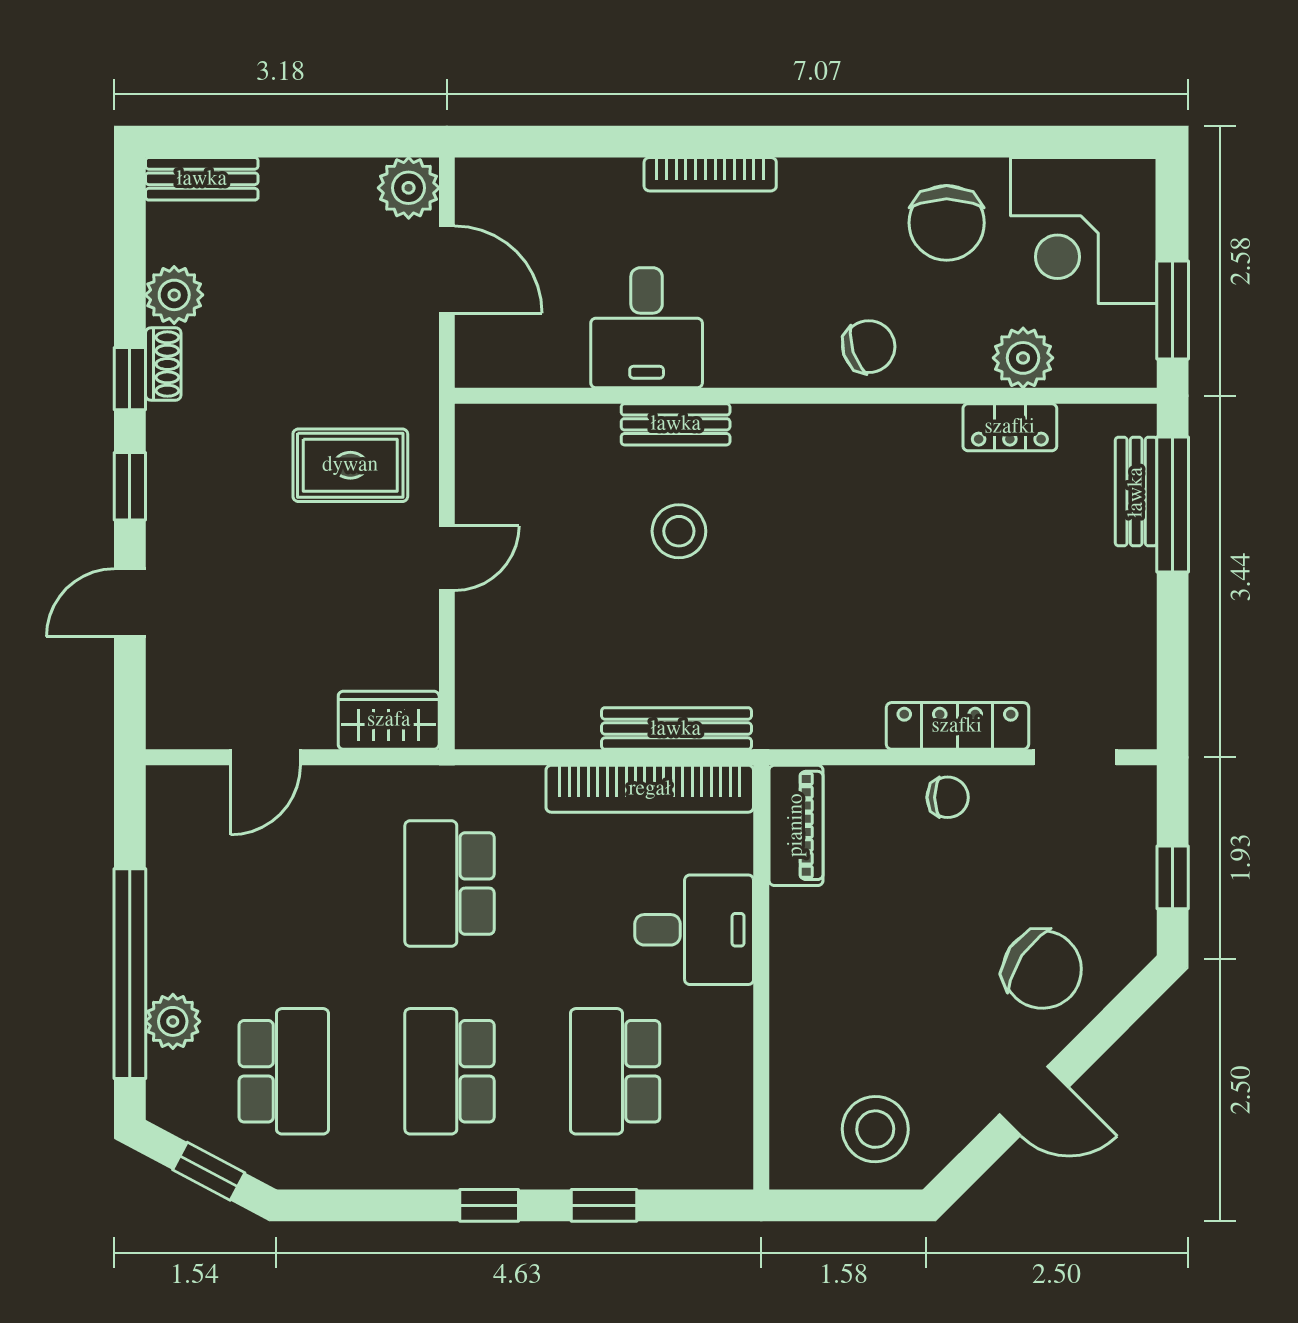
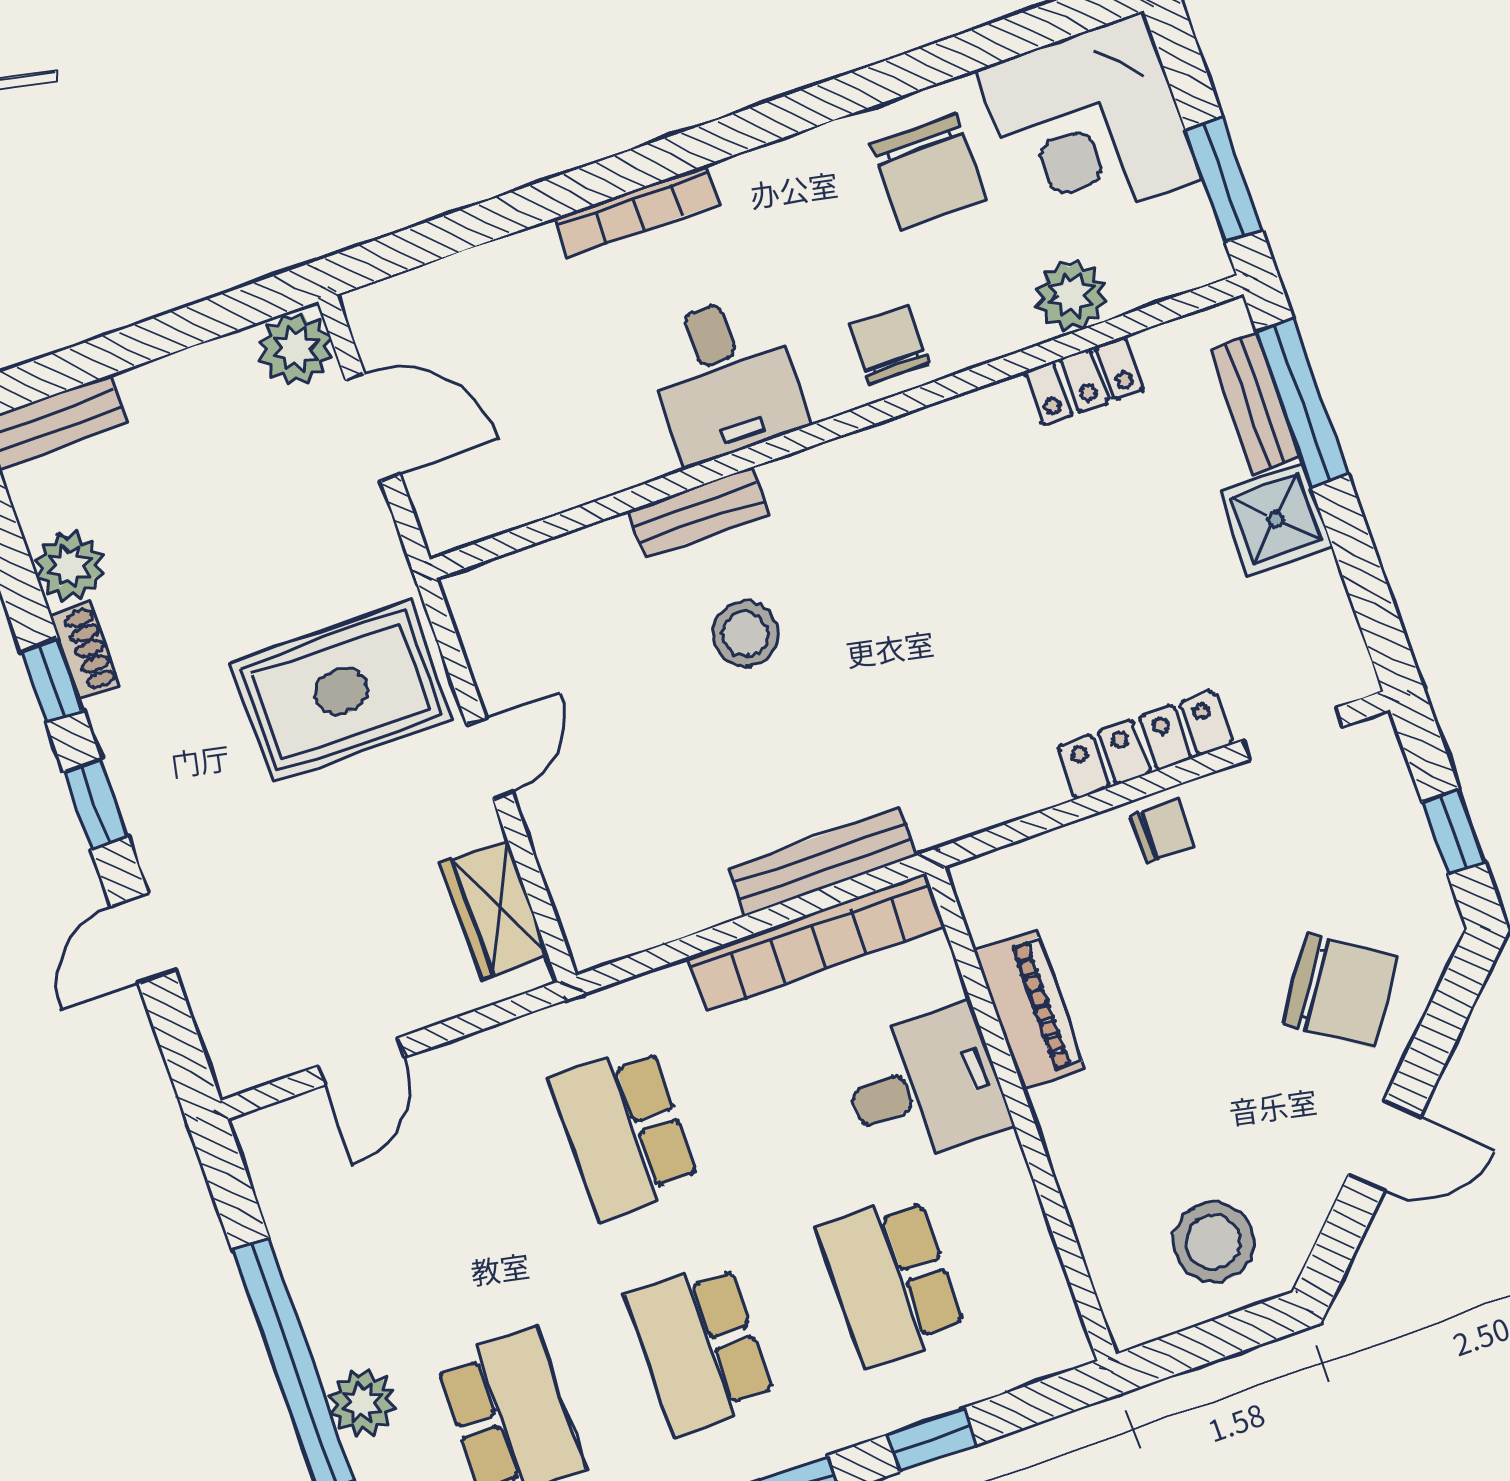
desk: (647, 328) -> (725, 378), moved
chair: (869, 347) -> (889, 345), turned -72
rug: (350, 465) -> (341, 691), width x1.36, depth x1.43
shower: (1120, 587) -> (1276, 519), added
wardrobe: (389, 720) -> (495, 909), moved, turned -90
piano: (796, 825) -> (1029, 1010), moved

